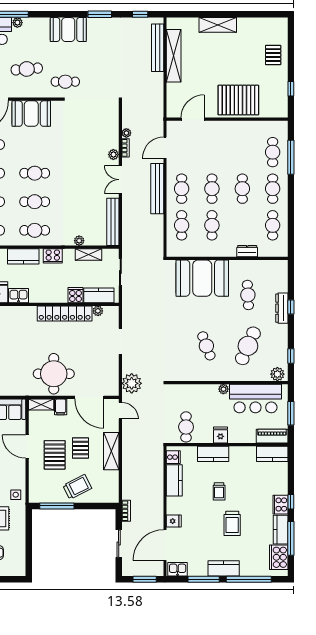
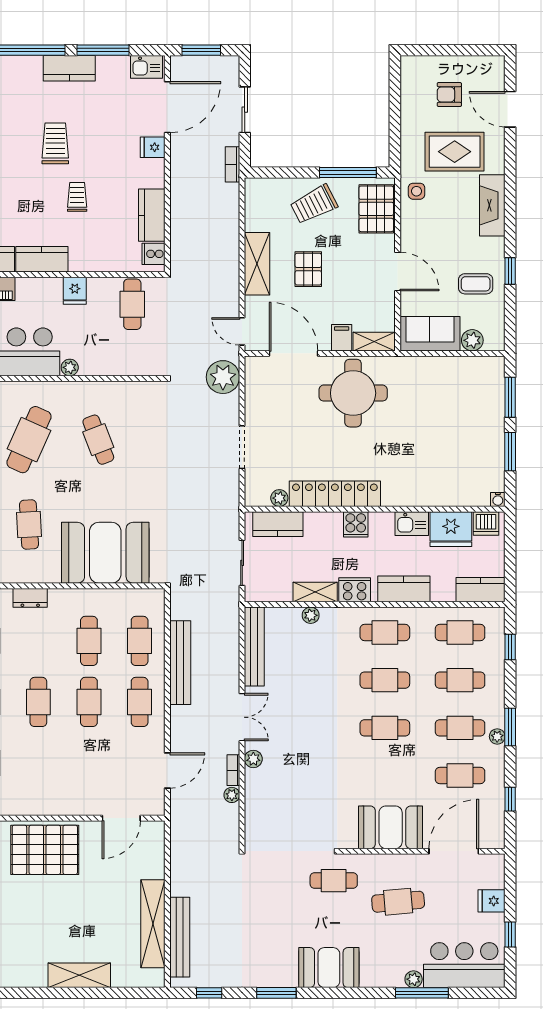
bench: (157, 189) -> (180, 663), moved
shelving: (88, 255) -> (315, 592), moved
cooker: (76, 295) -> (356, 524), moved
kitchen counter: (213, 454) -> (42, 259), moved
pallet: (55, 455) -> (376, 209), moved

